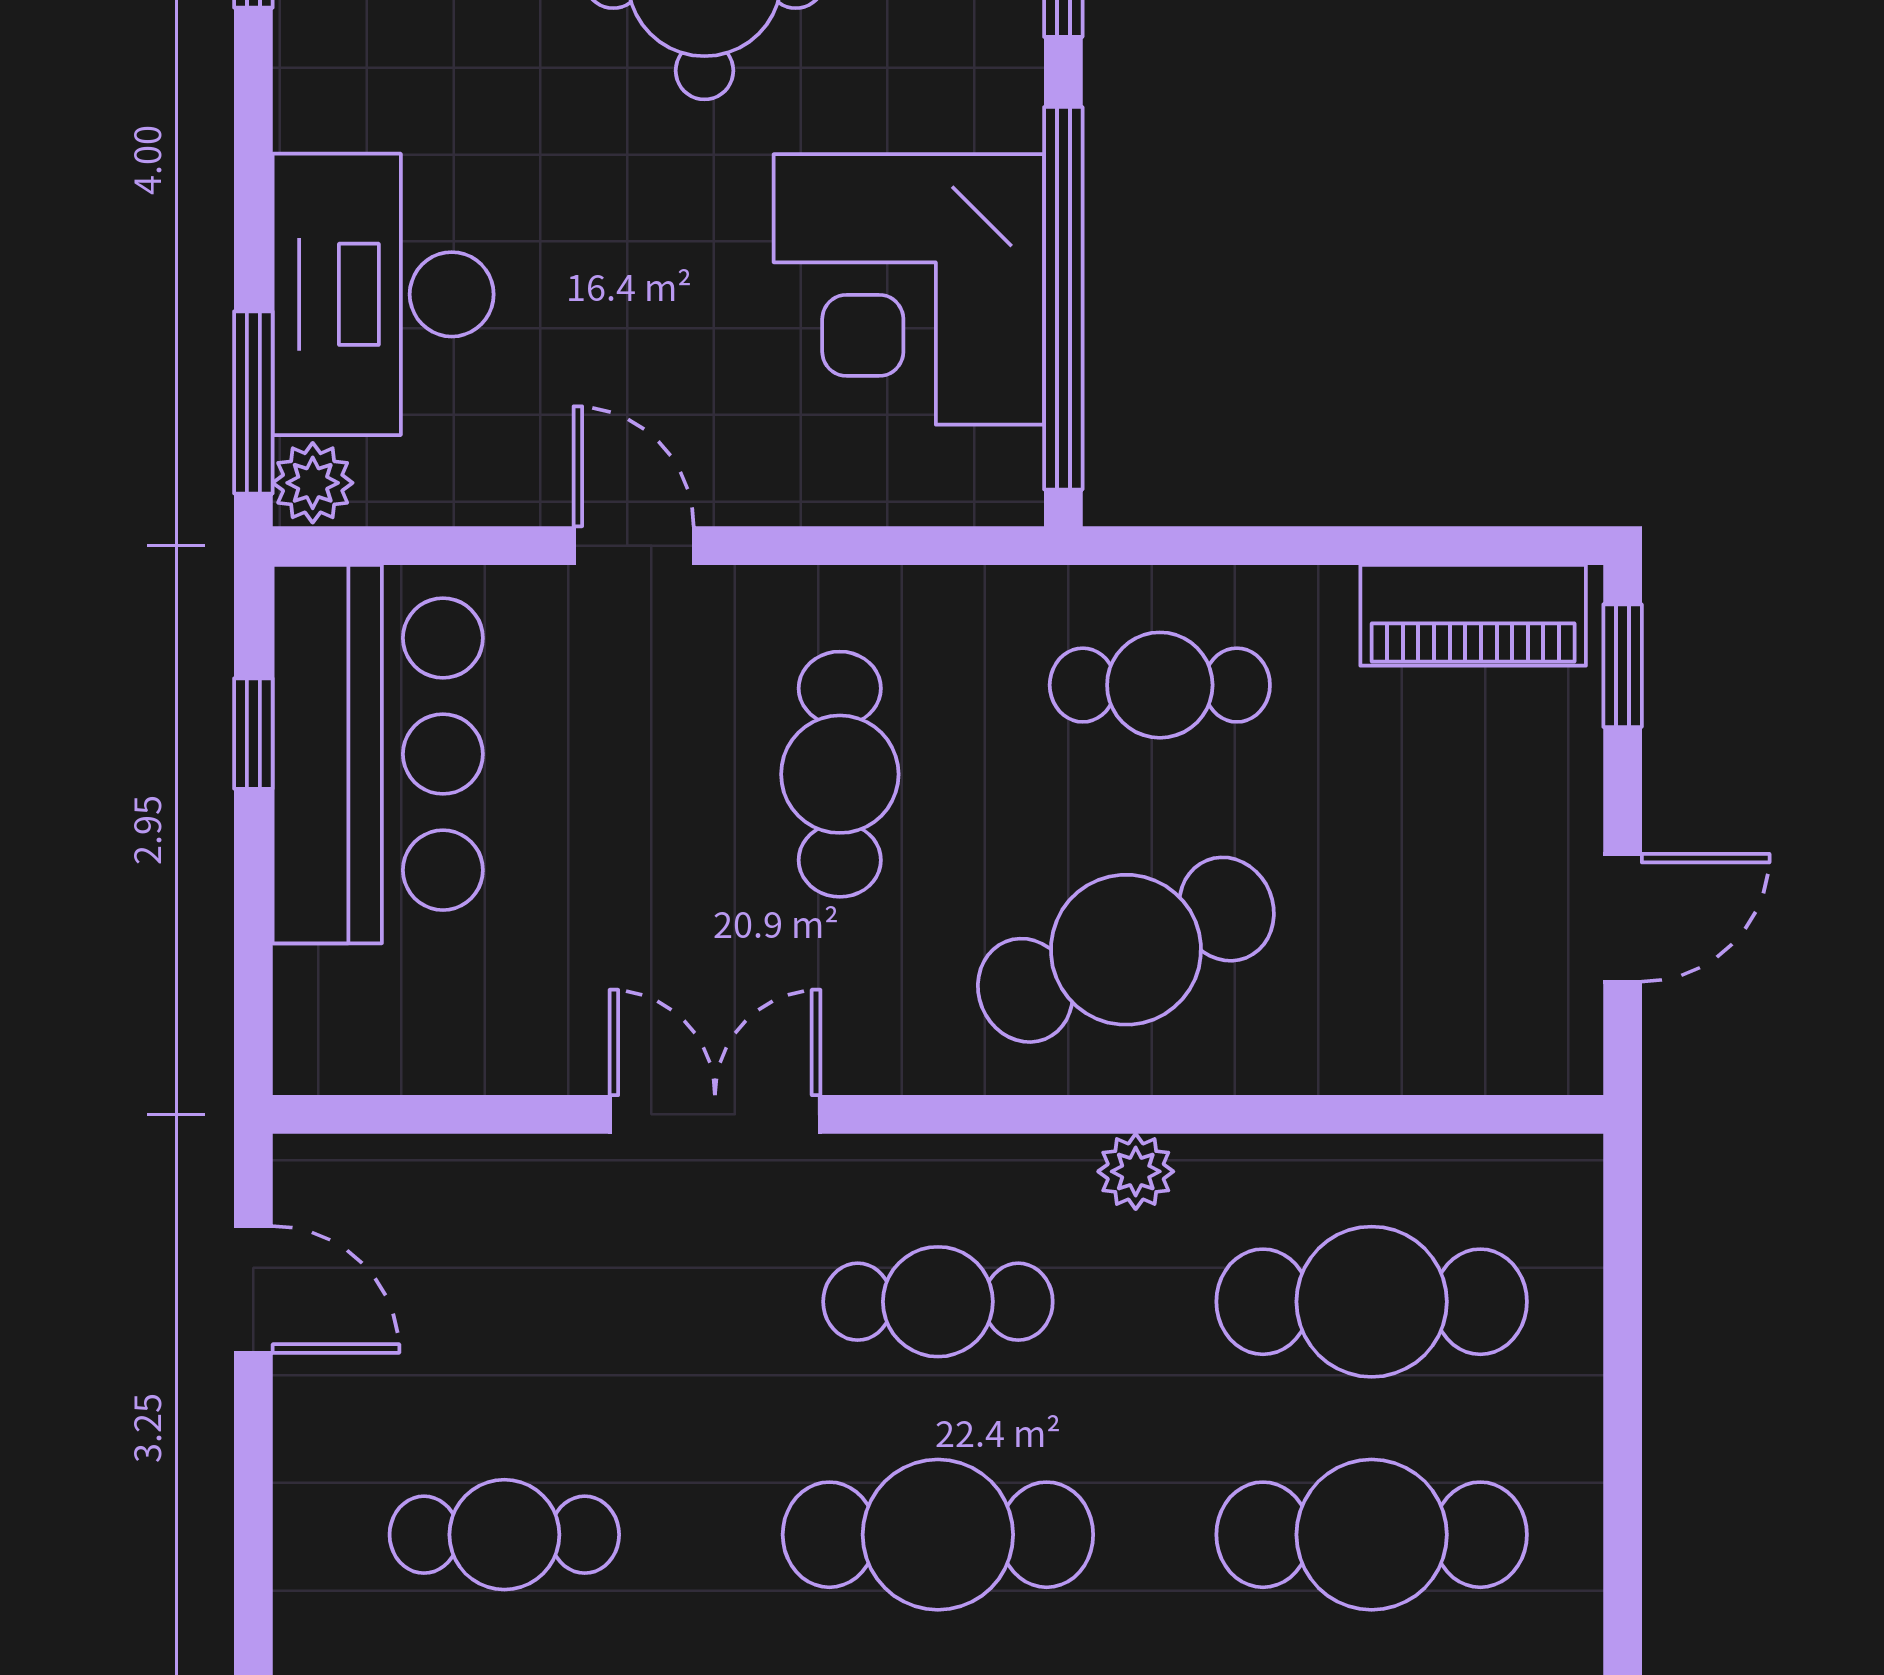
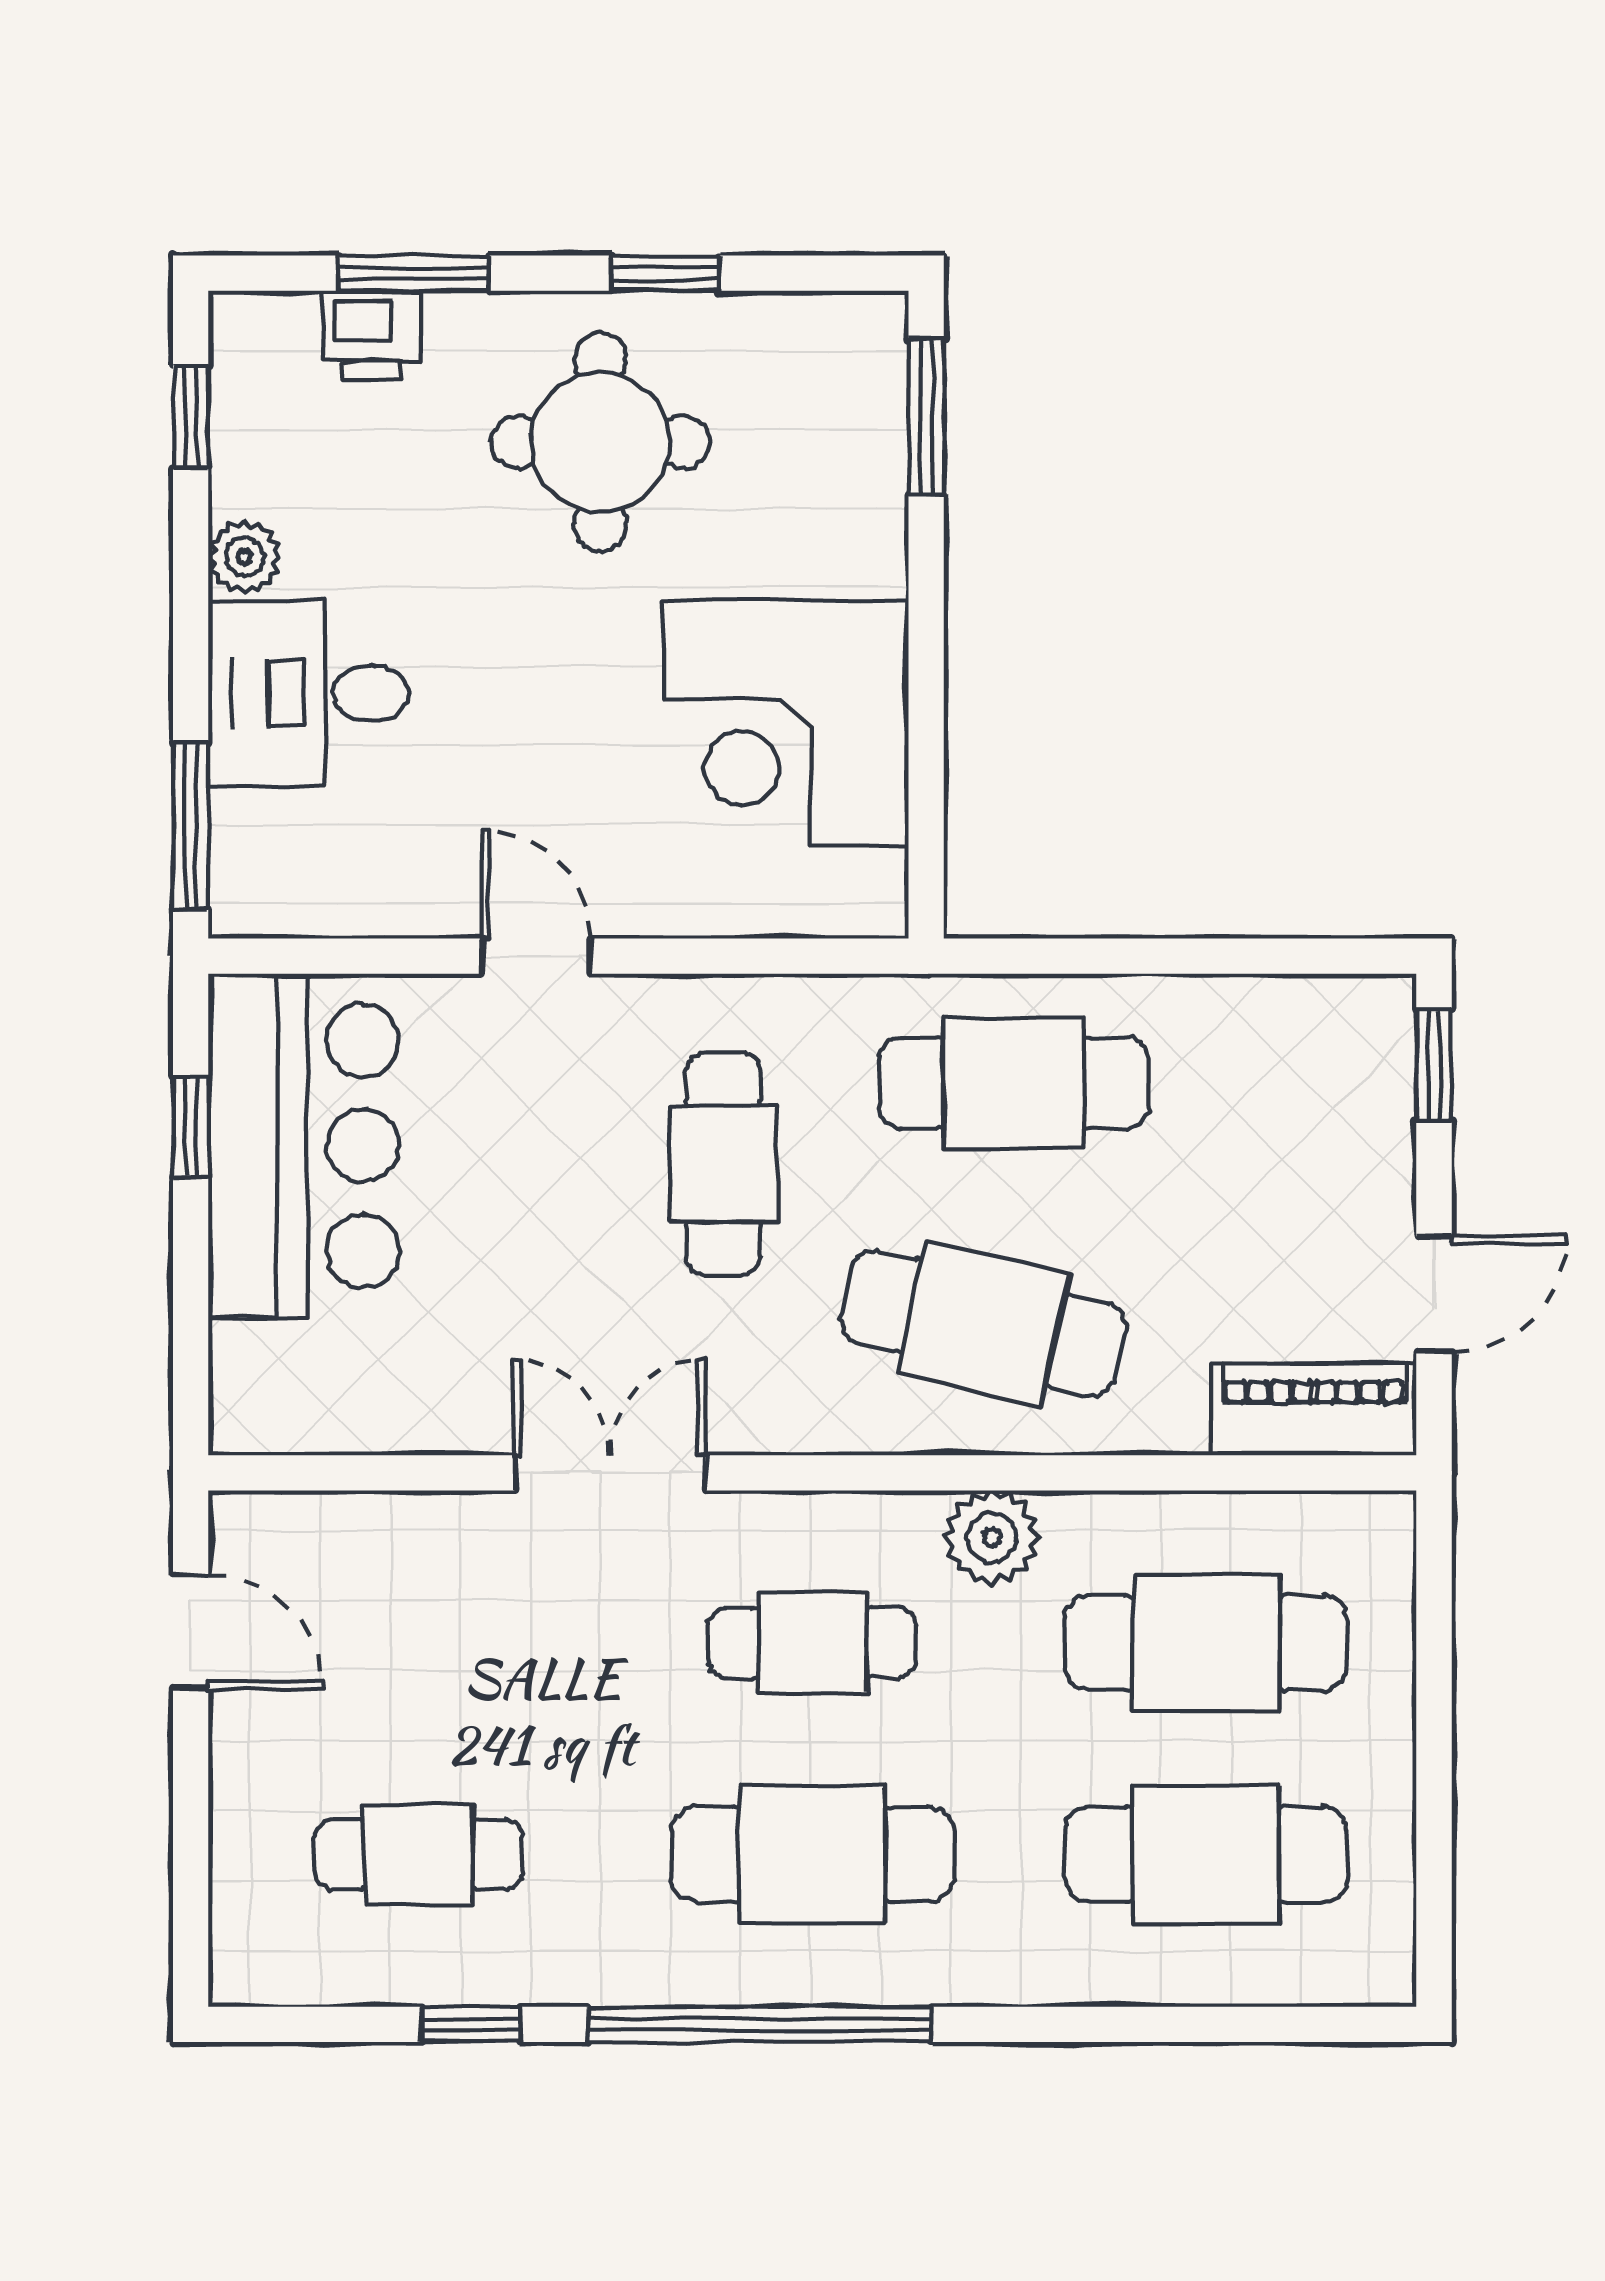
desk: (383, 294) -> (309, 693), width x0.73
window: (1063, 298) -> (926, 732), removed
plant: (313, 483) -> (245, 557), moved
piano: (1473, 615) -> (1314, 1409), moved, turned 180
cafe table: (1160, 685) -> (1014, 1083), width x1.37, depth x1.35
cafe table: (1126, 950) -> (983, 1323), turned 35
plant: (1136, 1171) -> (992, 1537), width x1.38, depth x1.38

